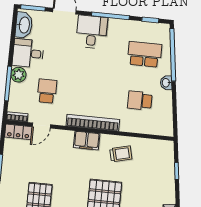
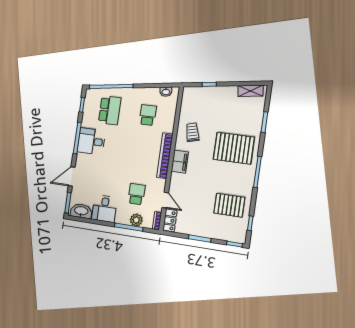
desk: (92, 32) -> (91, 141), moved
school desk: (144, 54) -> (110, 110), turned 180
plant: (19, 75) -> (136, 220), moved
washbasin: (166, 83) -> (166, 92), moved
school desk: (47, 91) -> (136, 194), turned 90
school desk: (140, 101) -> (148, 115), turned 180

